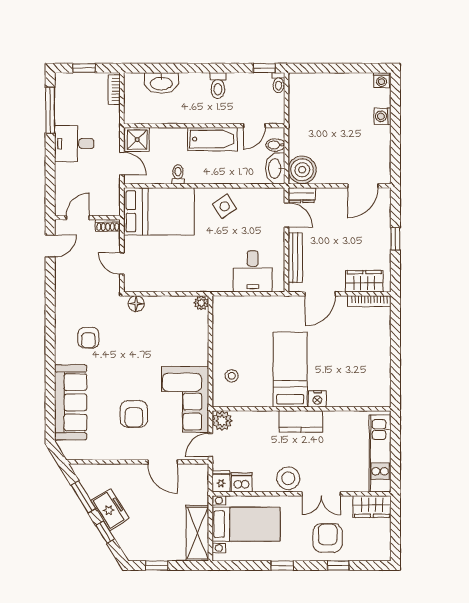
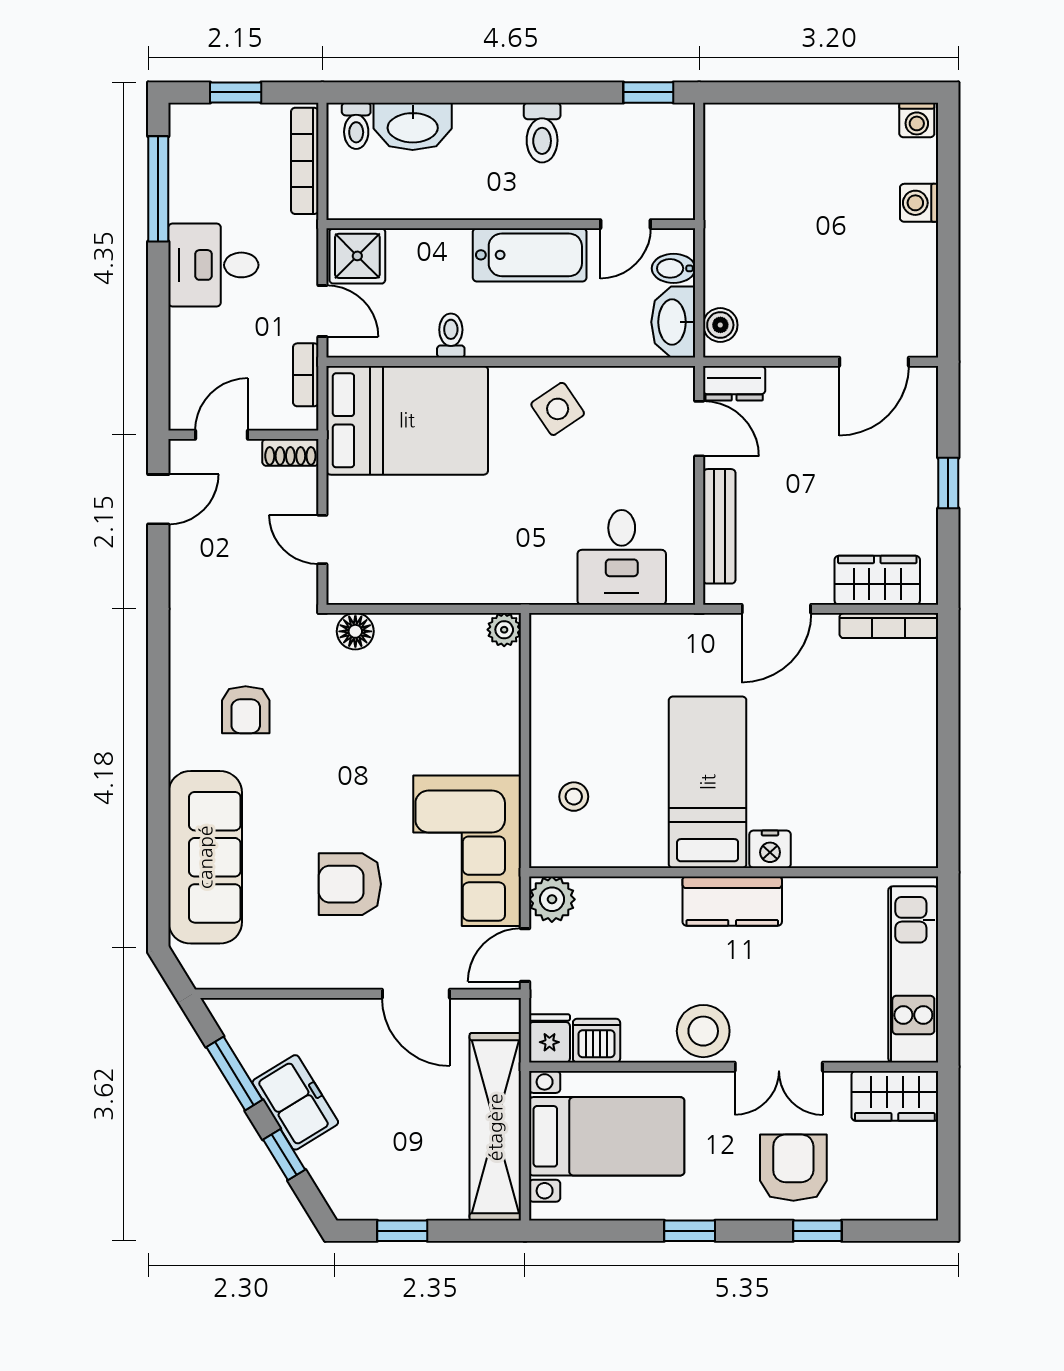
toilet: (278, 83) -> (356, 126), moved
bookcase: (114, 90) -> (305, 161), width x1.56
boiler: (302, 170) -> (720, 325), width x0.54, depth x0.54
bookcase: (115, 192) -> (306, 375), added
armchair: (134, 414) -> (350, 884), turned 90
shelving: (197, 533) -> (495, 1127), width x1.47

